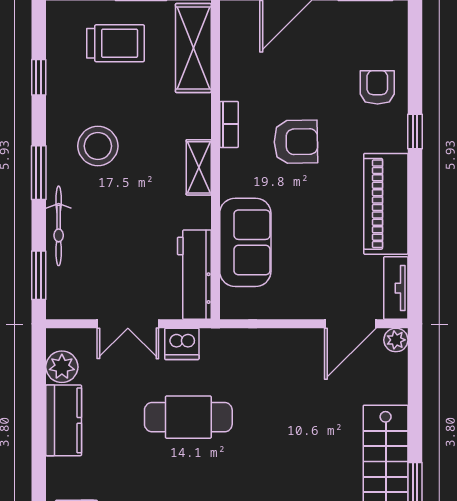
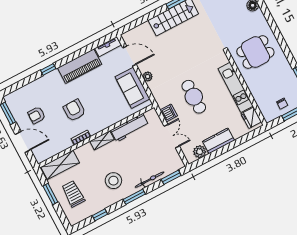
armchair: (377, 87) -> (37, 115), moved
sofa: (245, 242) -> (132, 88), moved, turned -90
workbench: (194, 275) -> (130, 128), moved
plant: (396, 340) -> (148, 76), moved

